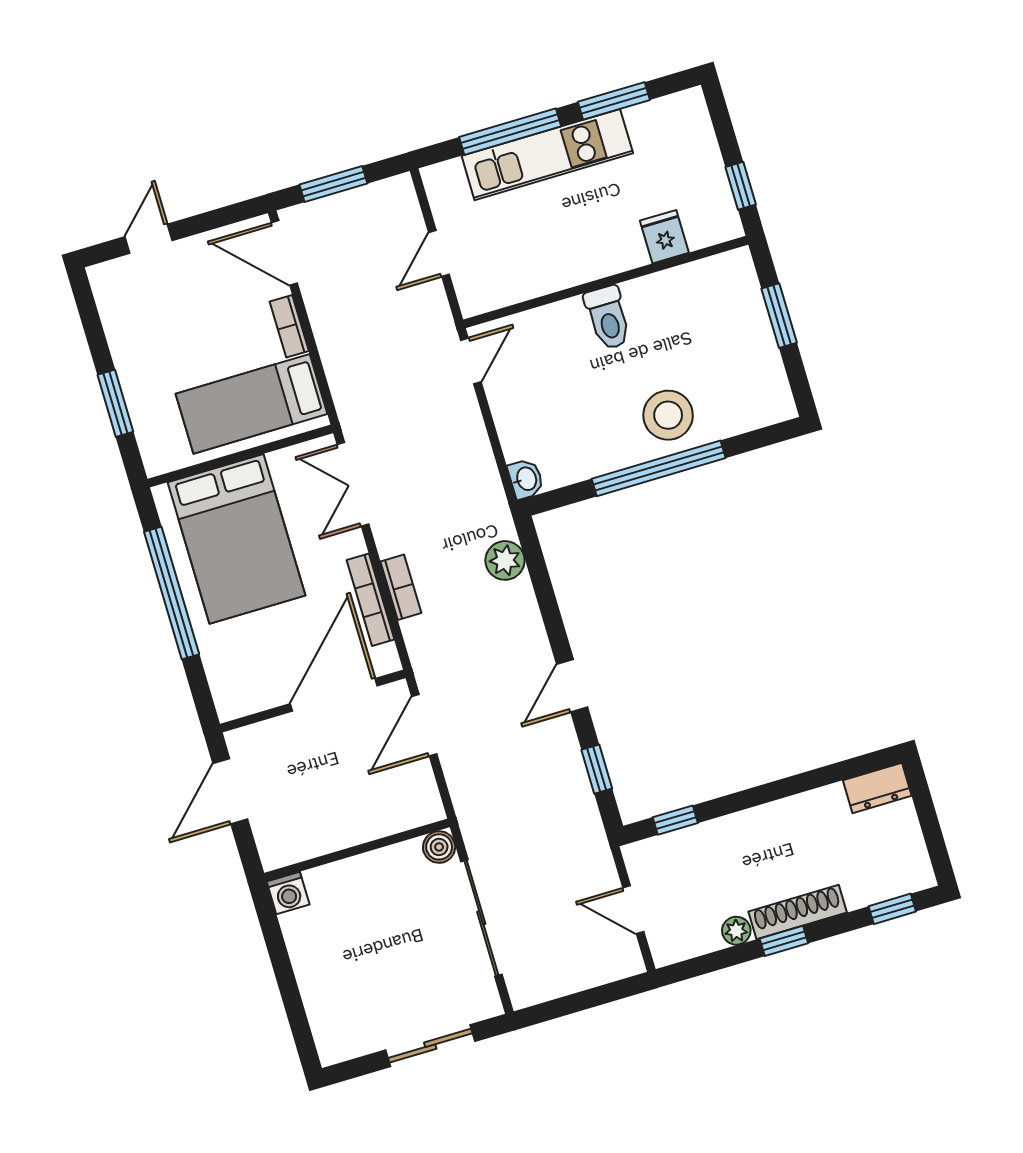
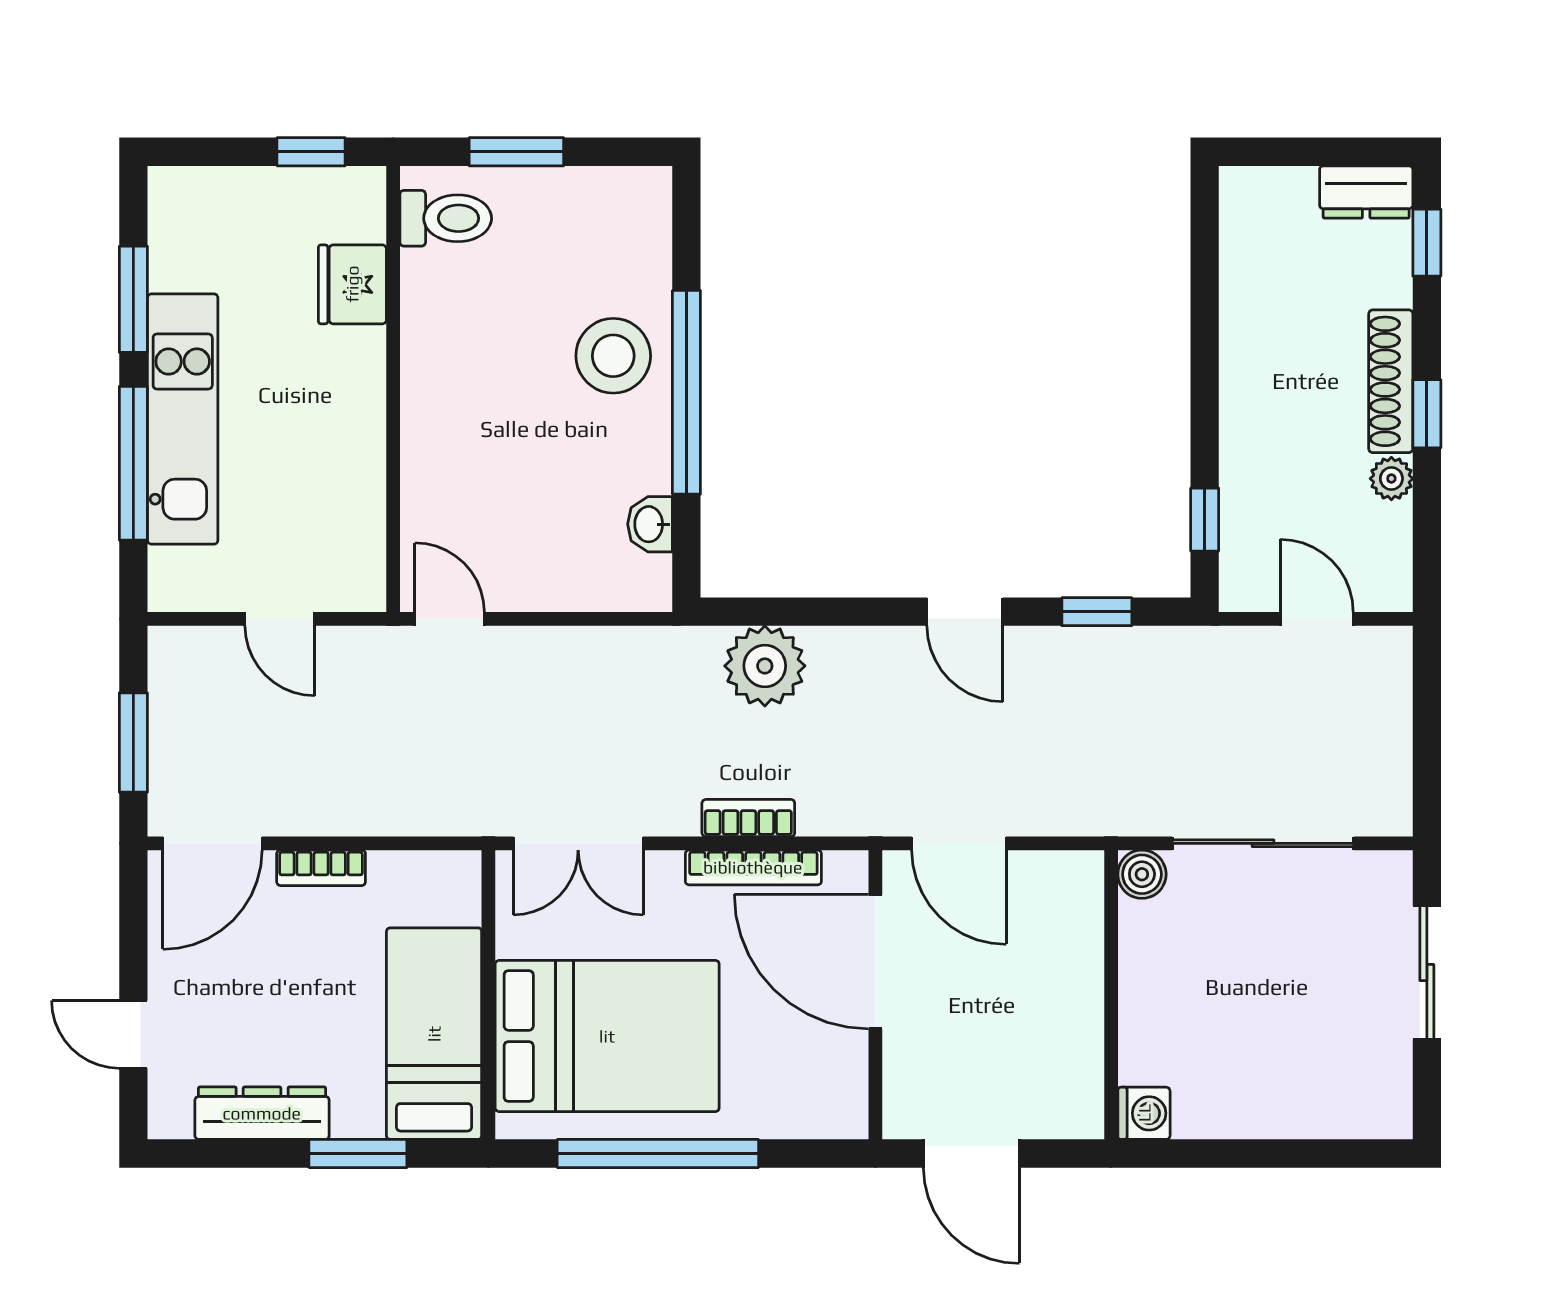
fridge: (664, 237) -> (352, 284), width x1.38
toilet: (608, 318) -> (446, 218), moved
dresser: (123, 335) -> (262, 1113), added
bed: (252, 404) -> (434, 1034), moved, turned 180
washbasin: (526, 479) -> (650, 524), moved, turned -90
plant: (505, 560) -> (765, 666), width x1.36, depth x1.36
dresser: (877, 788) -> (1366, 192), moved, turned 90
door: (633, 910) -> (1317, 619), swing flipped

